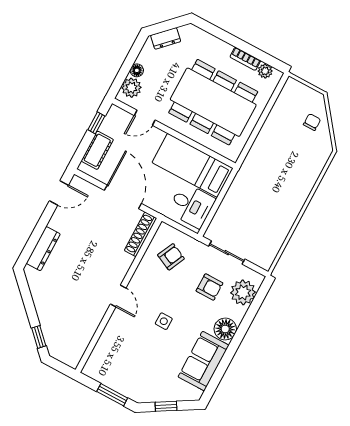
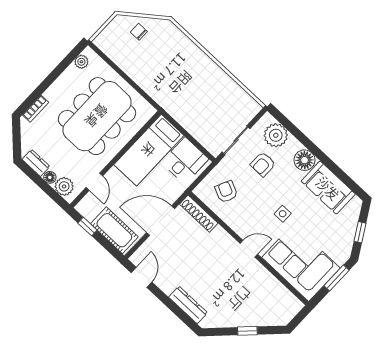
dresser: (166, 38) -> (36, 163), moved, turned -45
bookcase: (245, 59) -> (36, 109), moved
cot: (97, 150) -> (114, 230), width x1.37, depth x1.34
armchair: (209, 287) -> (263, 164), turned 180
window: (39, 337) -> (247, 331), moved
corner sofa: (118, 354) -> (301, 263), added

